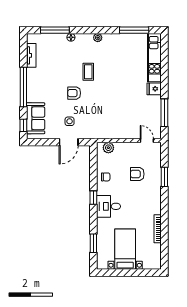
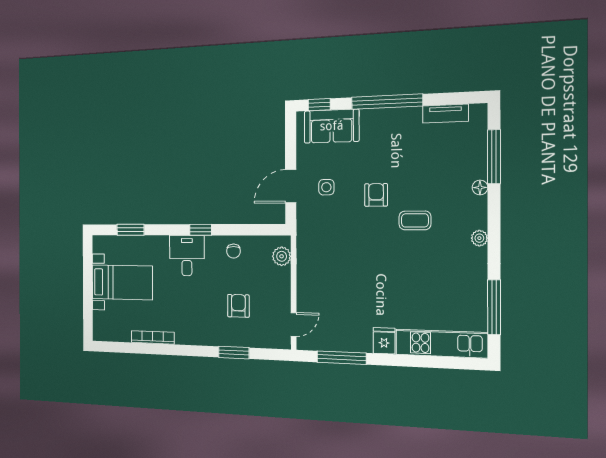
door: (69, 142) -> (291, 186), hinge flipped

